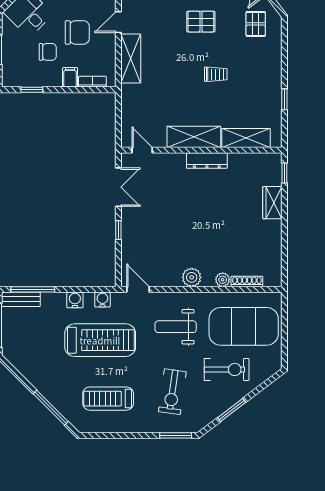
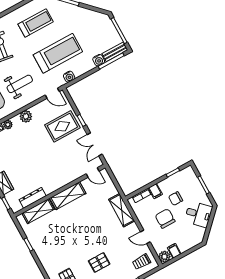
door: (118, 22) -> (145, 237), swing flipped
chair: (77, 32) -> (165, 218), turned 90
shelving: (131, 59) -> (122, 210), moved
trolley: (216, 74) -> (75, 238), removed
dresser: (207, 161) -> (33, 198), moved
rug: (149, 236) -> (62, 126), added
water cooler: (75, 300) -> (99, 60), moved
treadmill: (100, 340) -> (58, 53), turned 180

